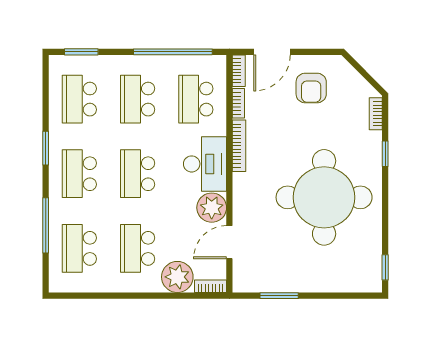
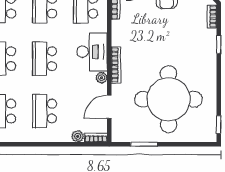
bookcase: (239, 146) -> (116, 65), moved
round table: (324, 197) -> (169, 99), moved
plant: (212, 208) -> (102, 78), width x0.53, depth x0.53
plant: (177, 277) -> (78, 136), width x0.53, depth x0.53

